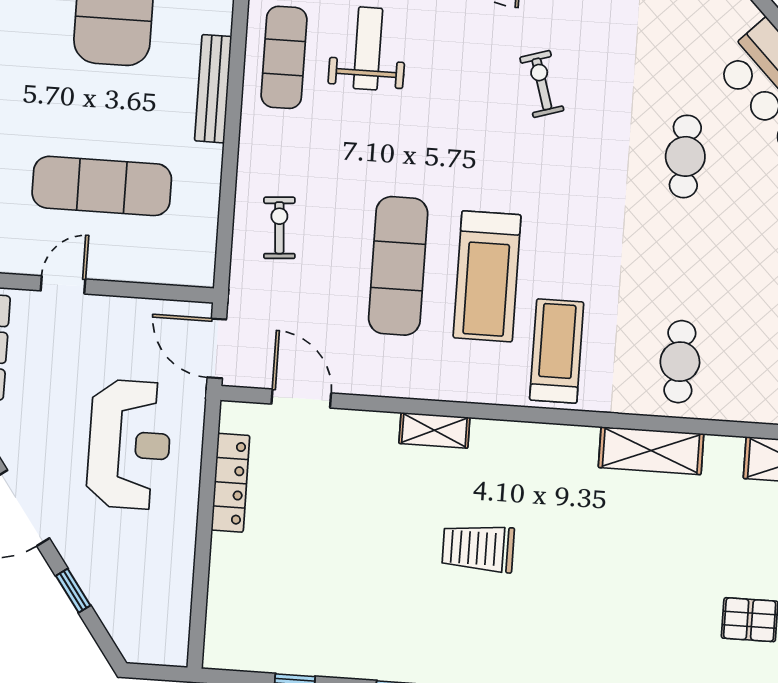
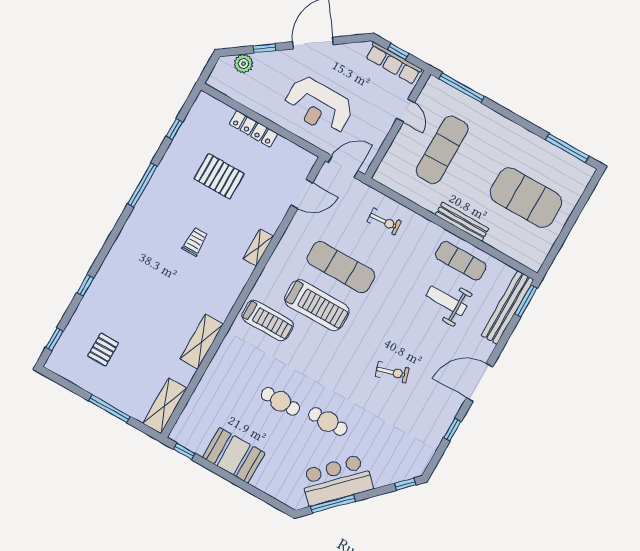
weight bench: (368, 48) -> (446, 301), turned 180
treadmill: (487, 276) -> (317, 305), turned 180
cafe table: (680, 362) -> (280, 401), moved
locker: (230, 483) -> (253, 129), moved
trolley: (478, 548) -> (195, 242), width x0.73, depth x0.72
pallet: (341, 562) -> (219, 176), added
plant: (118, 615) -> (243, 64), added

